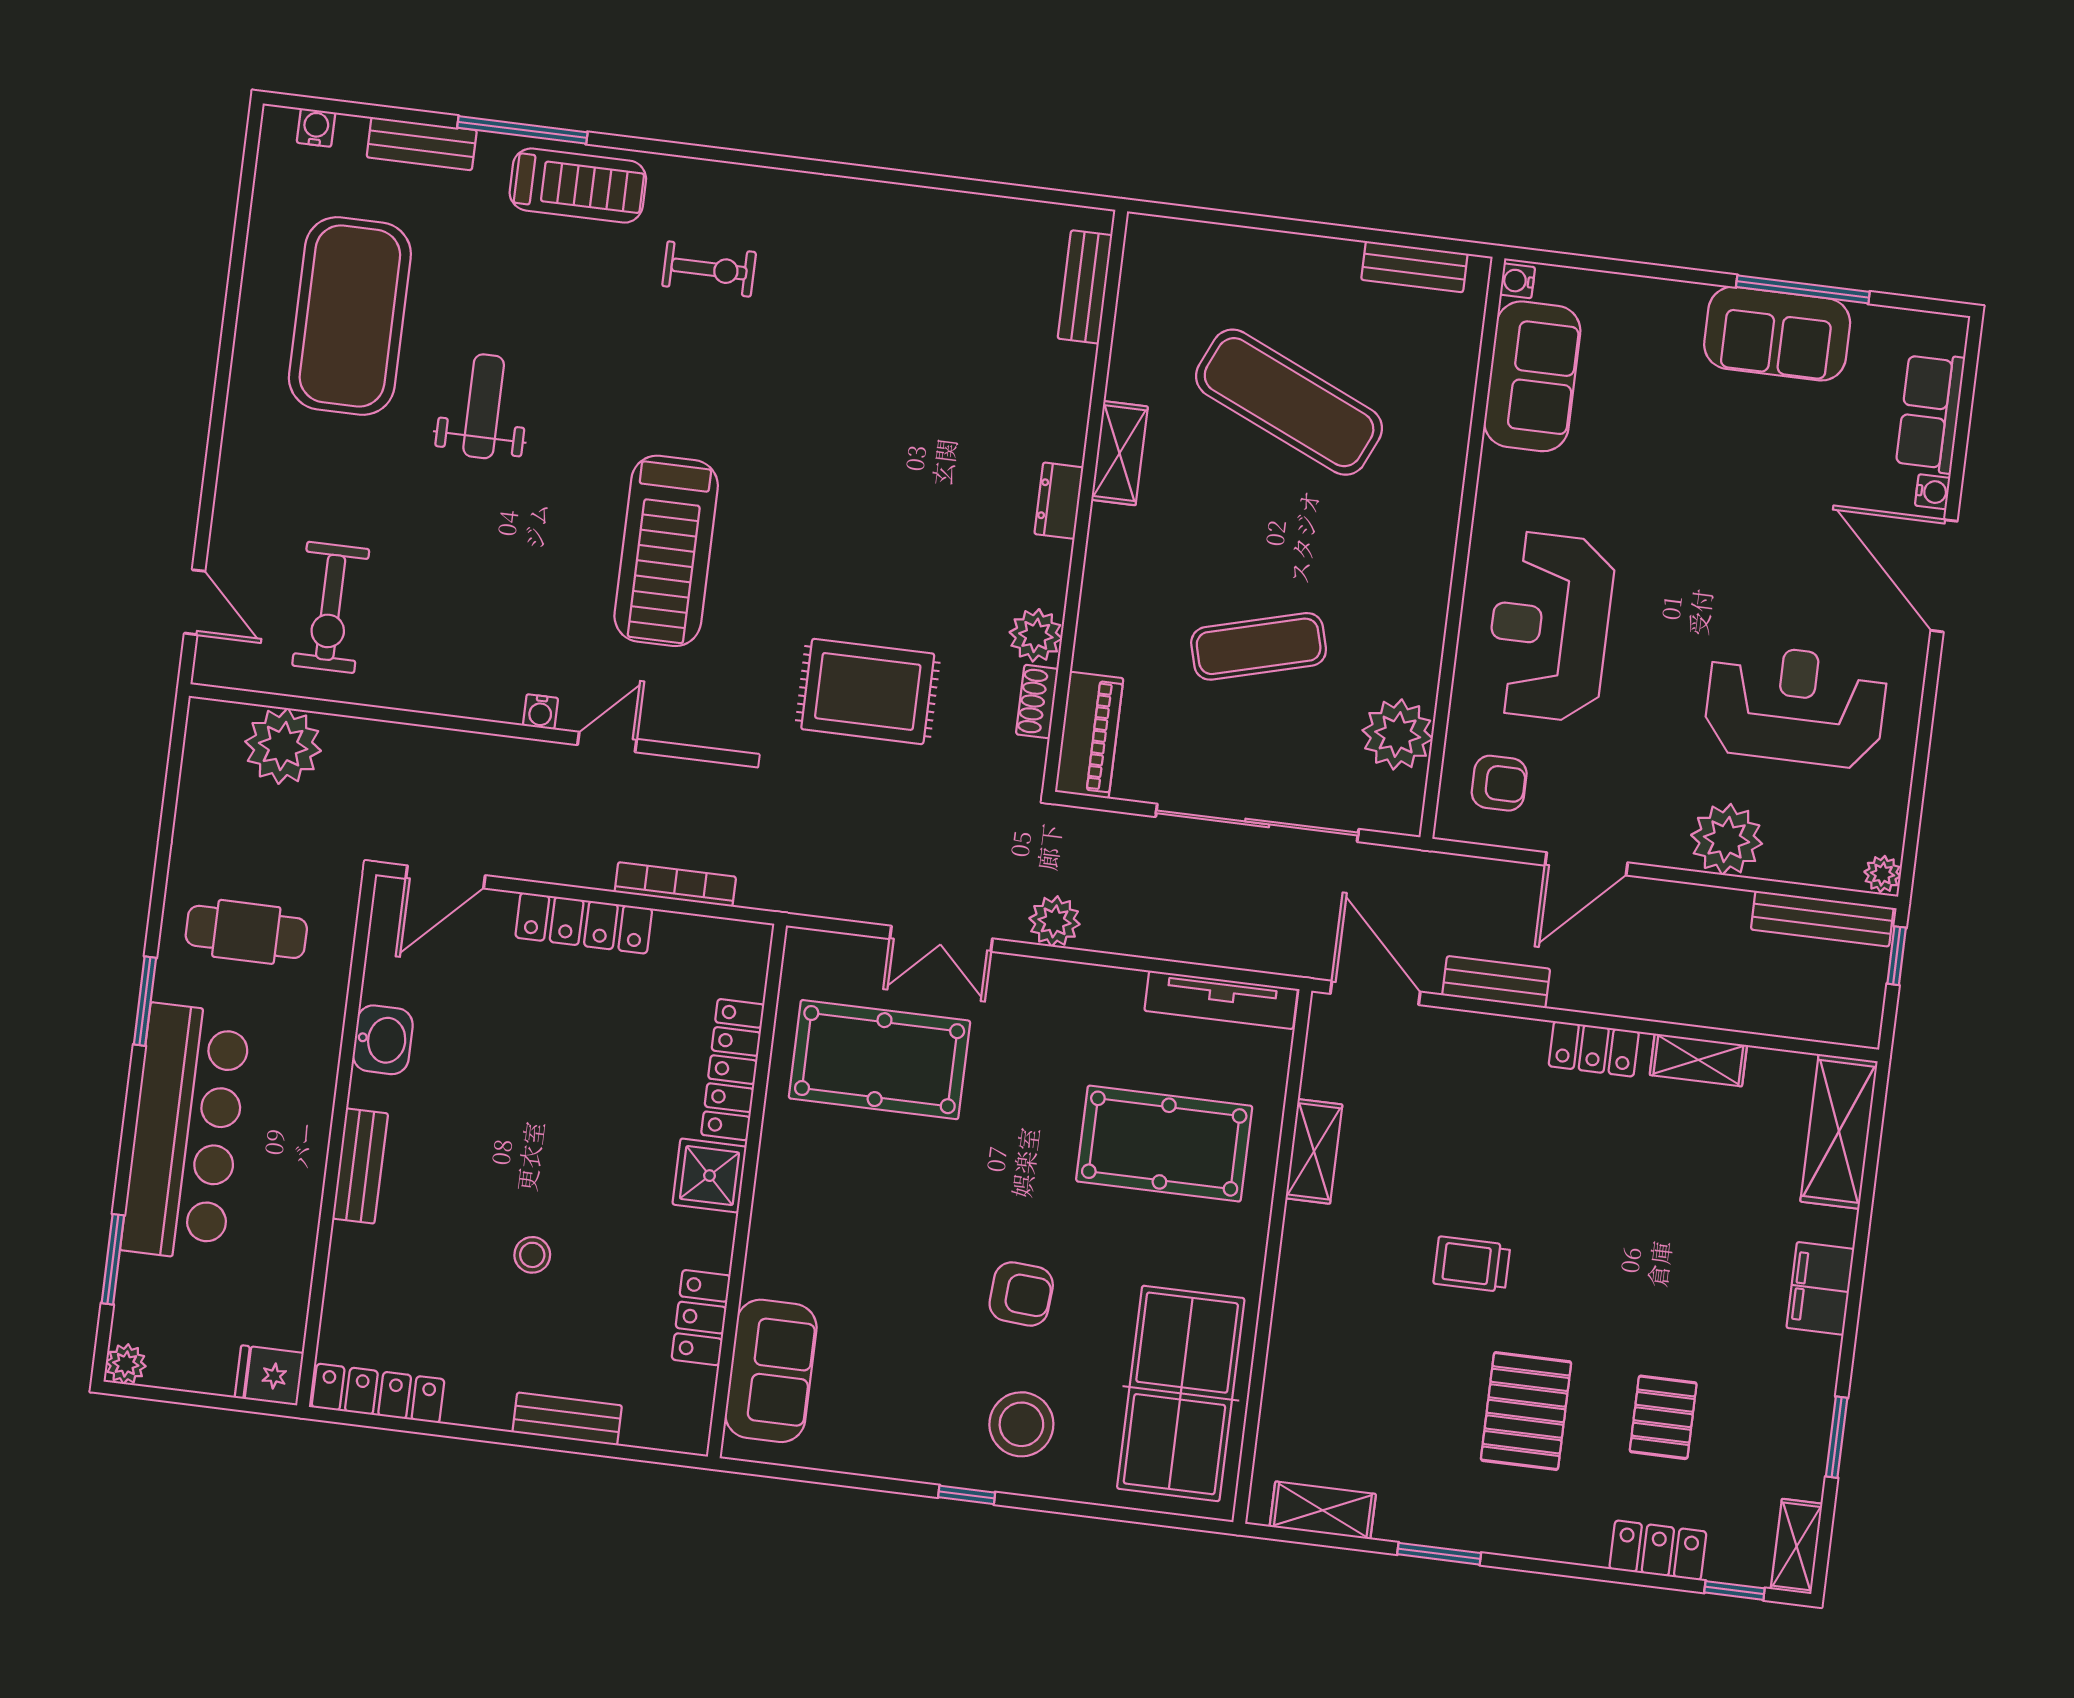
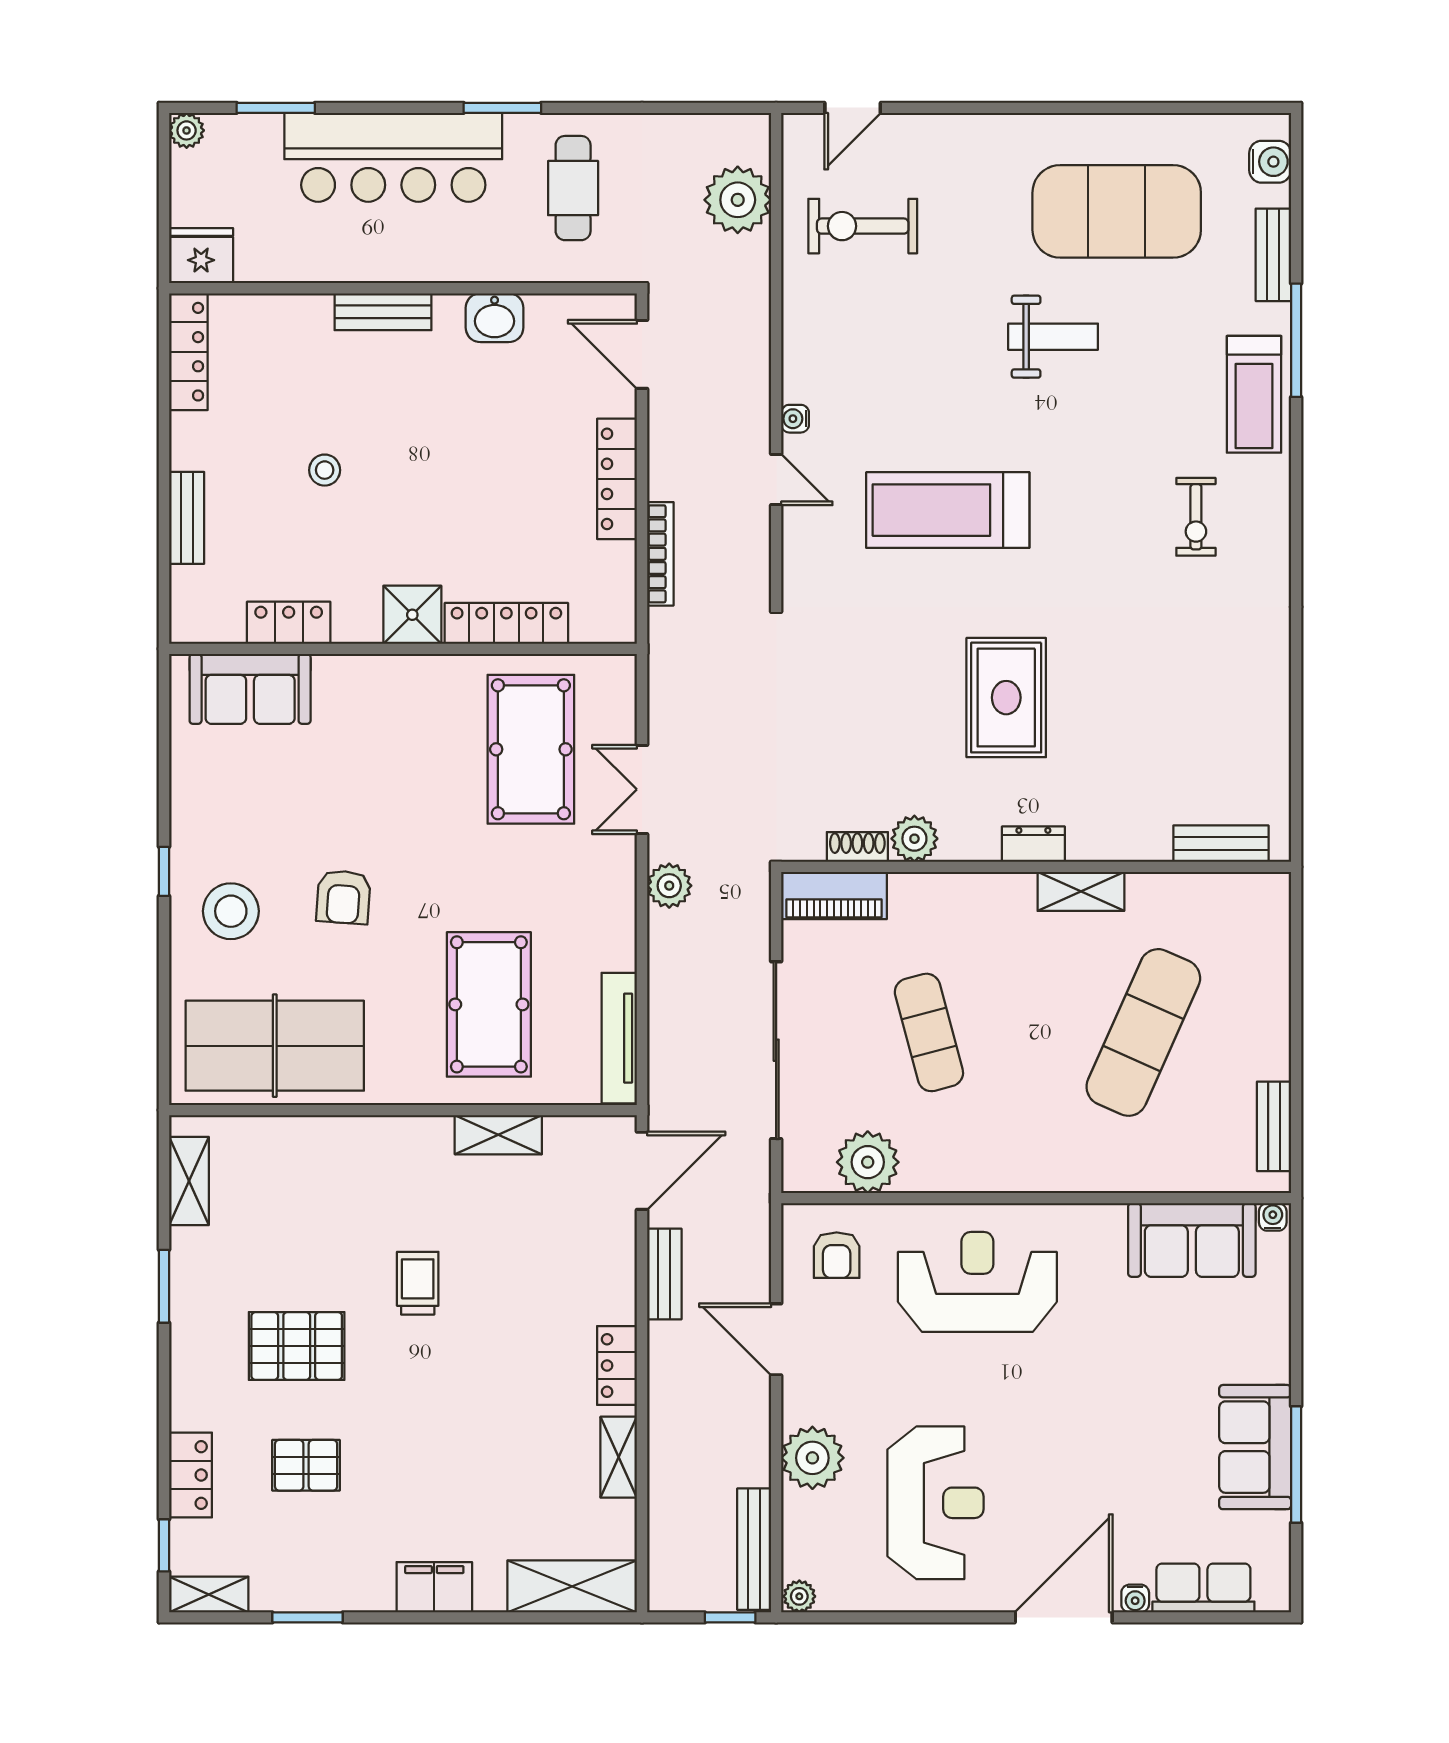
water cooler: (316, 128) -> (1270, 162), width x1.38, depth x1.38
rug: (868, 691) -> (1006, 698), moved
fridge: (269, 1375) -> (201, 256), width x1.38

